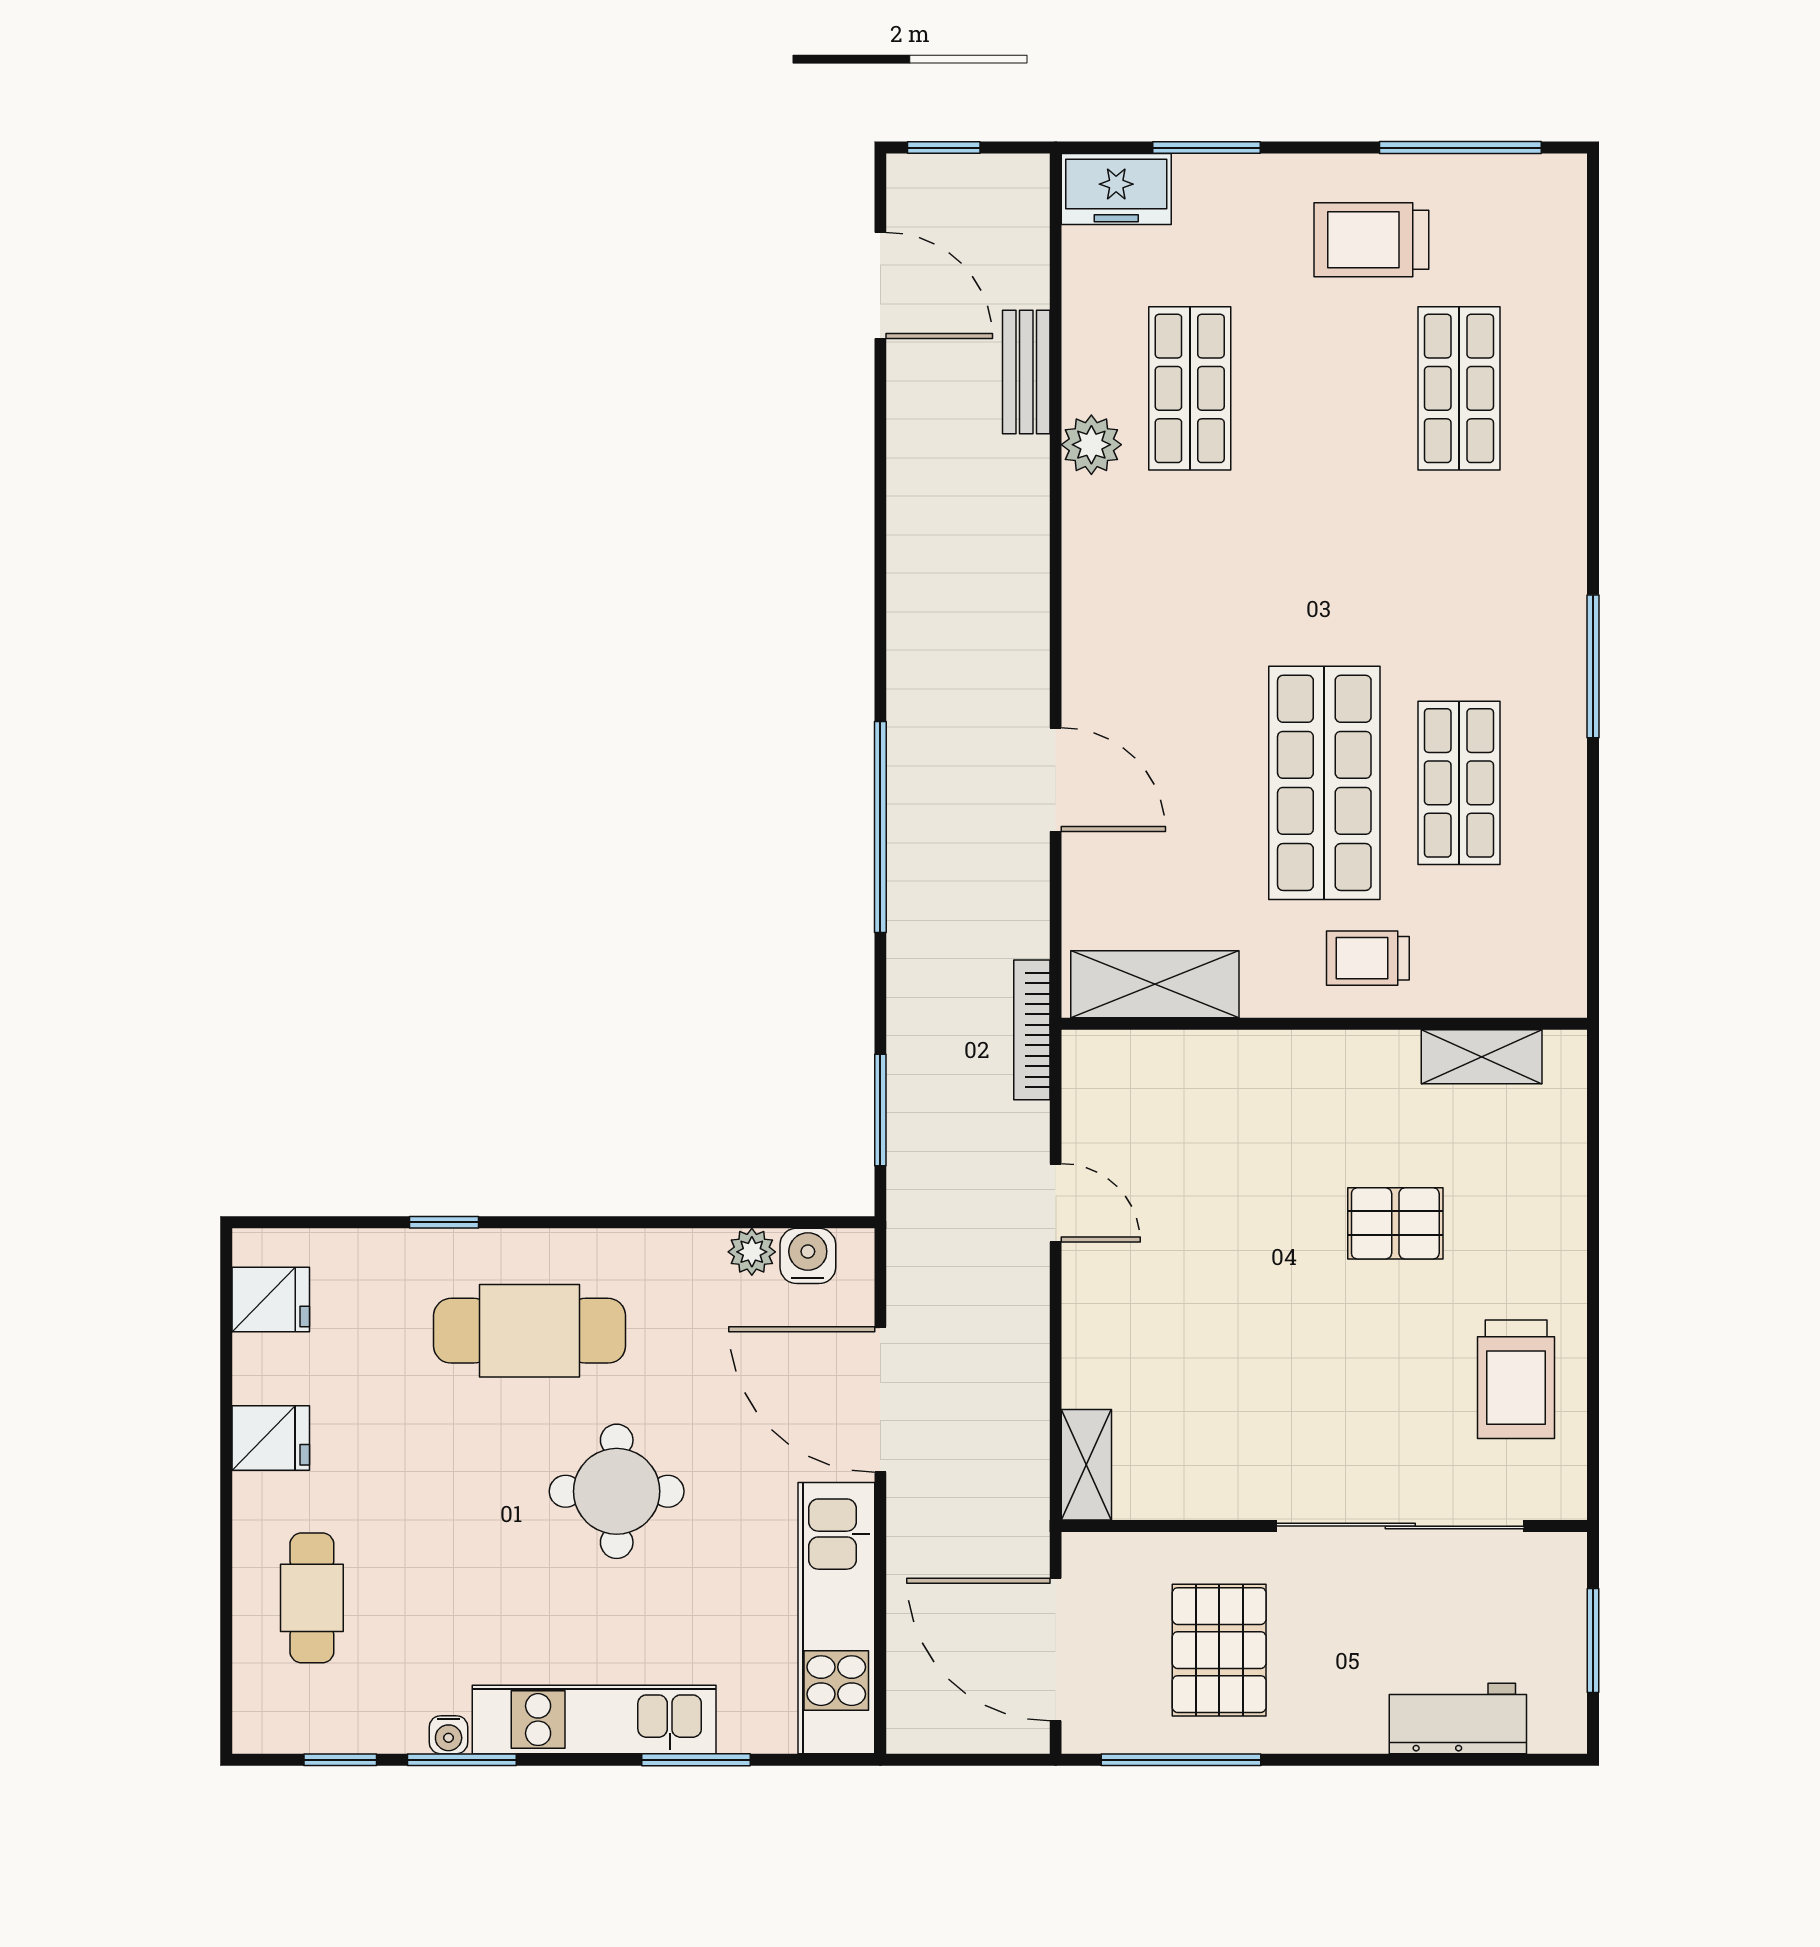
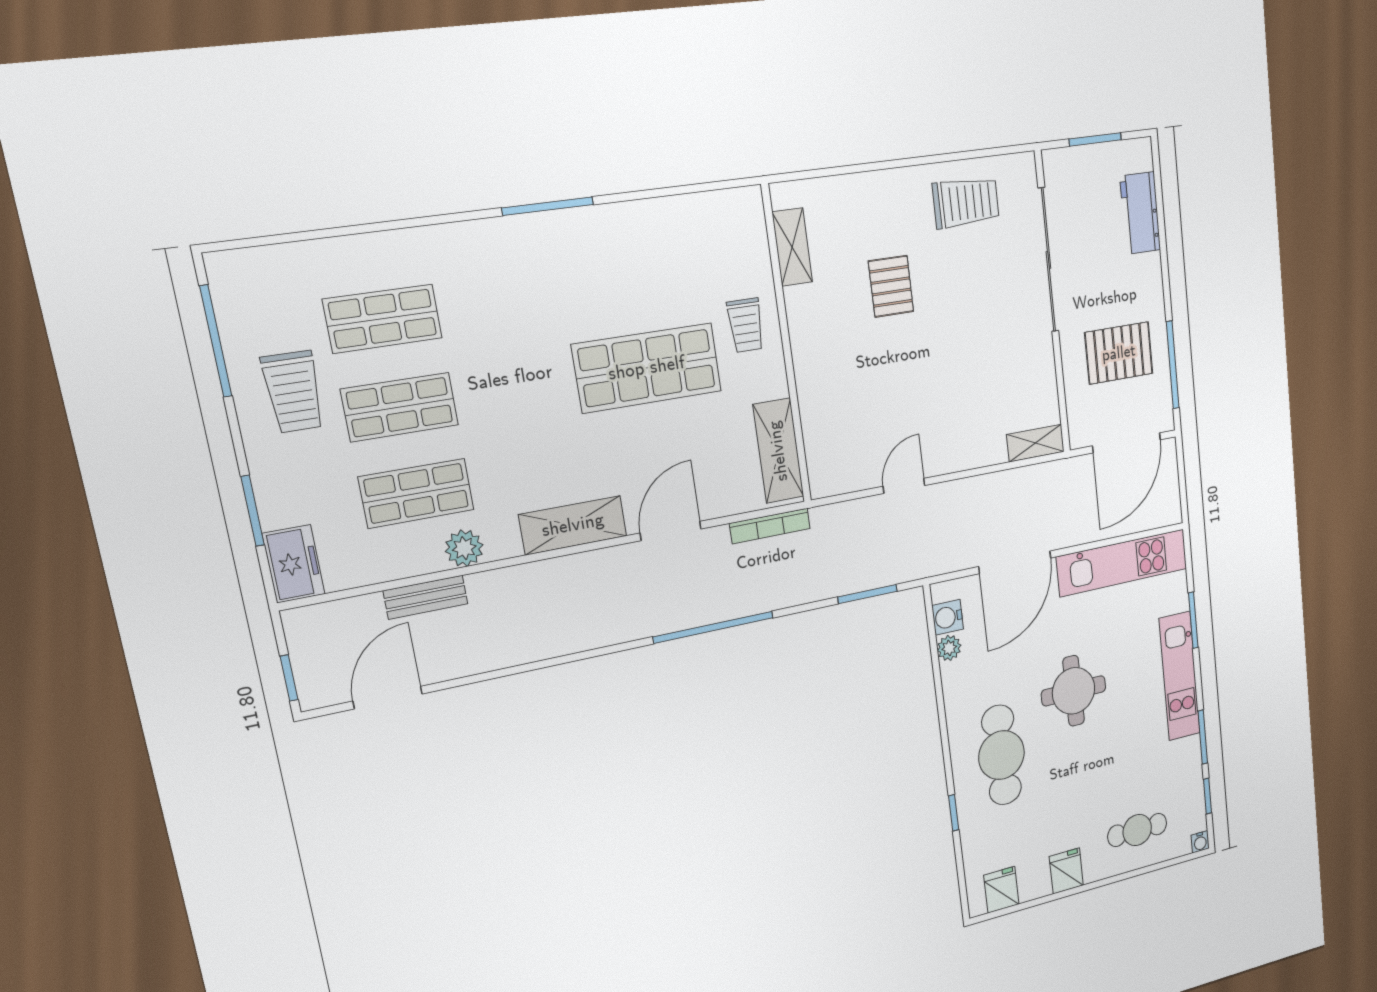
shelving: (1095, 621) -> (573, 525), added
shop shelf: (1459, 783) -> (400, 407), moved
bookcase: (1032, 1030) -> (770, 526), moved
water cooler: (449, 1735) -> (1200, 842), moved, turned 90

